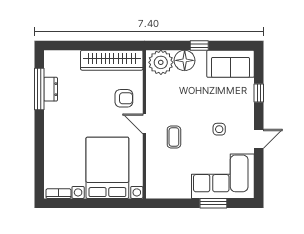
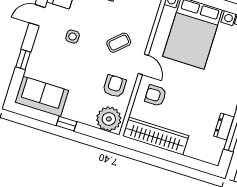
floor lamp: (185, 60) -> (85, 114), removed
armchair: (165, 95) -> (115, 86), added
coffee table: (174, 137) -> (119, 43), turned 47

